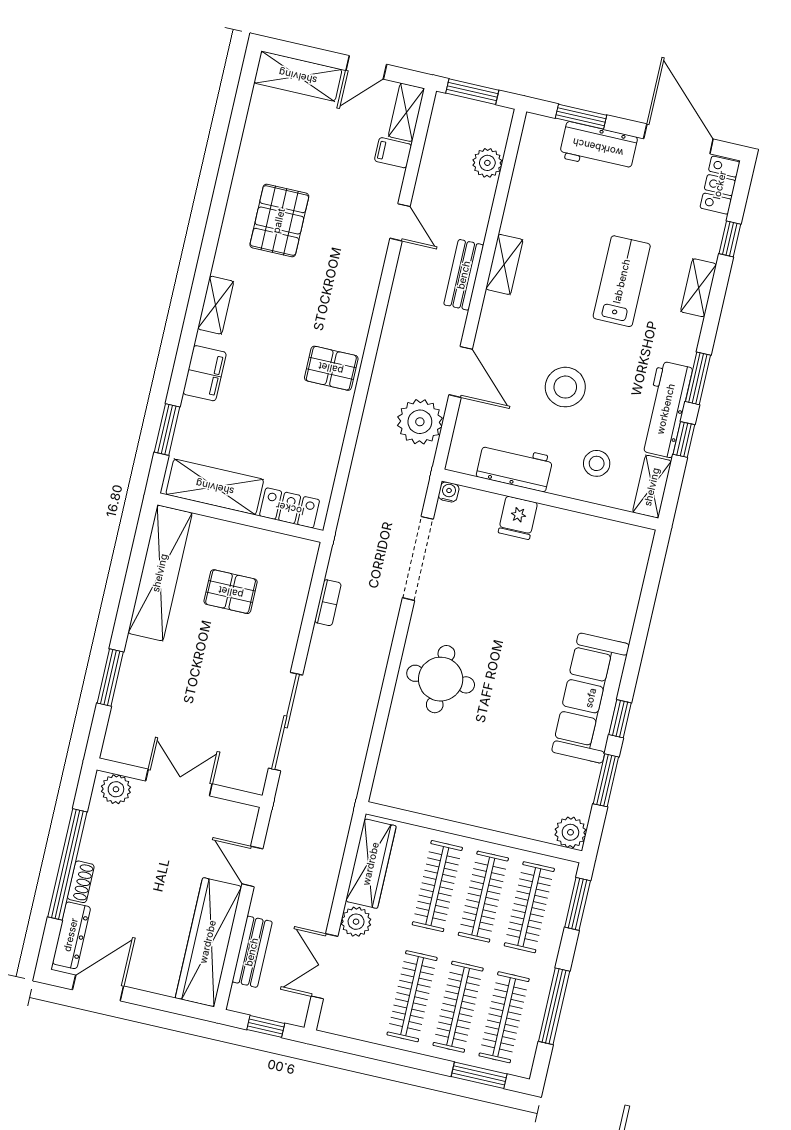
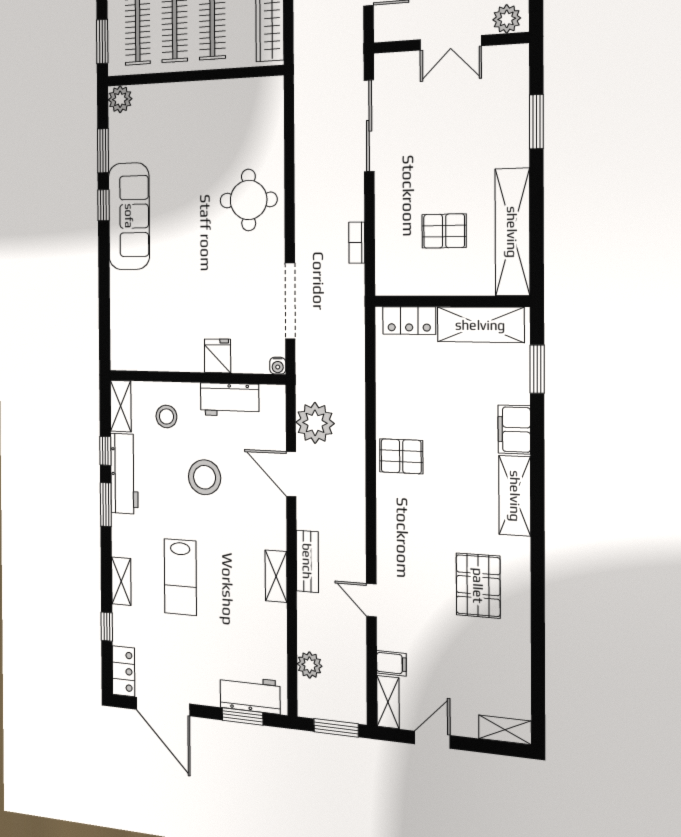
shelving: (298, 76) -> (505, 730), width x0.67, depth x0.75
workbench: (598, 147) -> (250, 694), moved
shelving: (216, 305) -> (515, 496), width x1.50, depth x1.33

